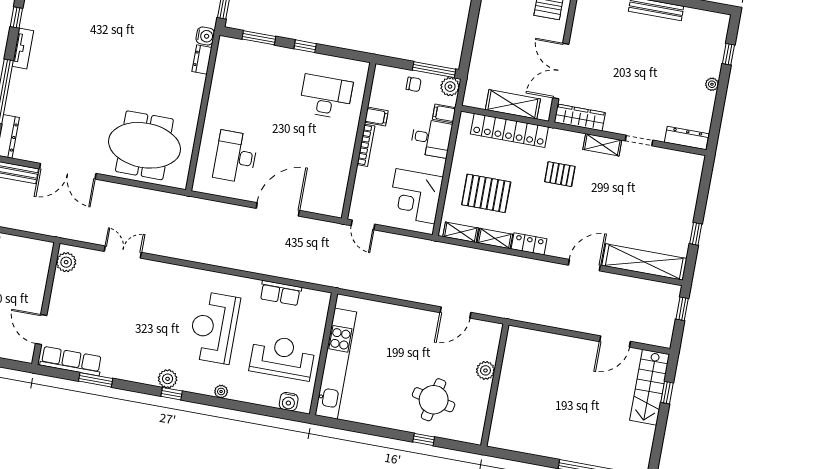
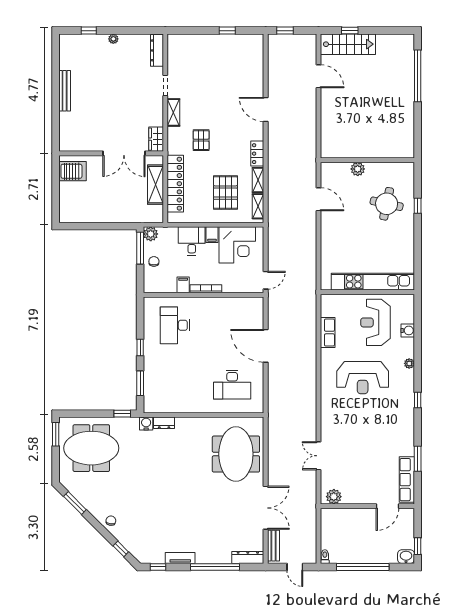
filing cabinet: (444, 113) -> (212, 235), moved
wardrobe: (580, 117) -> (156, 139), width x0.67
shelving: (644, 262) -> (255, 65), removed
plant: (168, 379) -> (407, 405), removed
water cooler: (289, 402) -> (408, 330), moved

